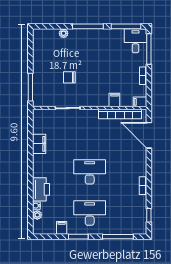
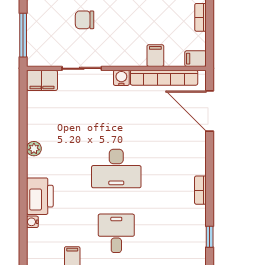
water cooler: (93, 114) -> (121, 78), added
filing cabinet: (39, 144) -> (42, 80), moved, turned 90
desk: (90, 172) -> (116, 169), turned 180
desk: (90, 213) -> (116, 233), width x0.73
plant: (37, 215) -> (34, 149), moved

